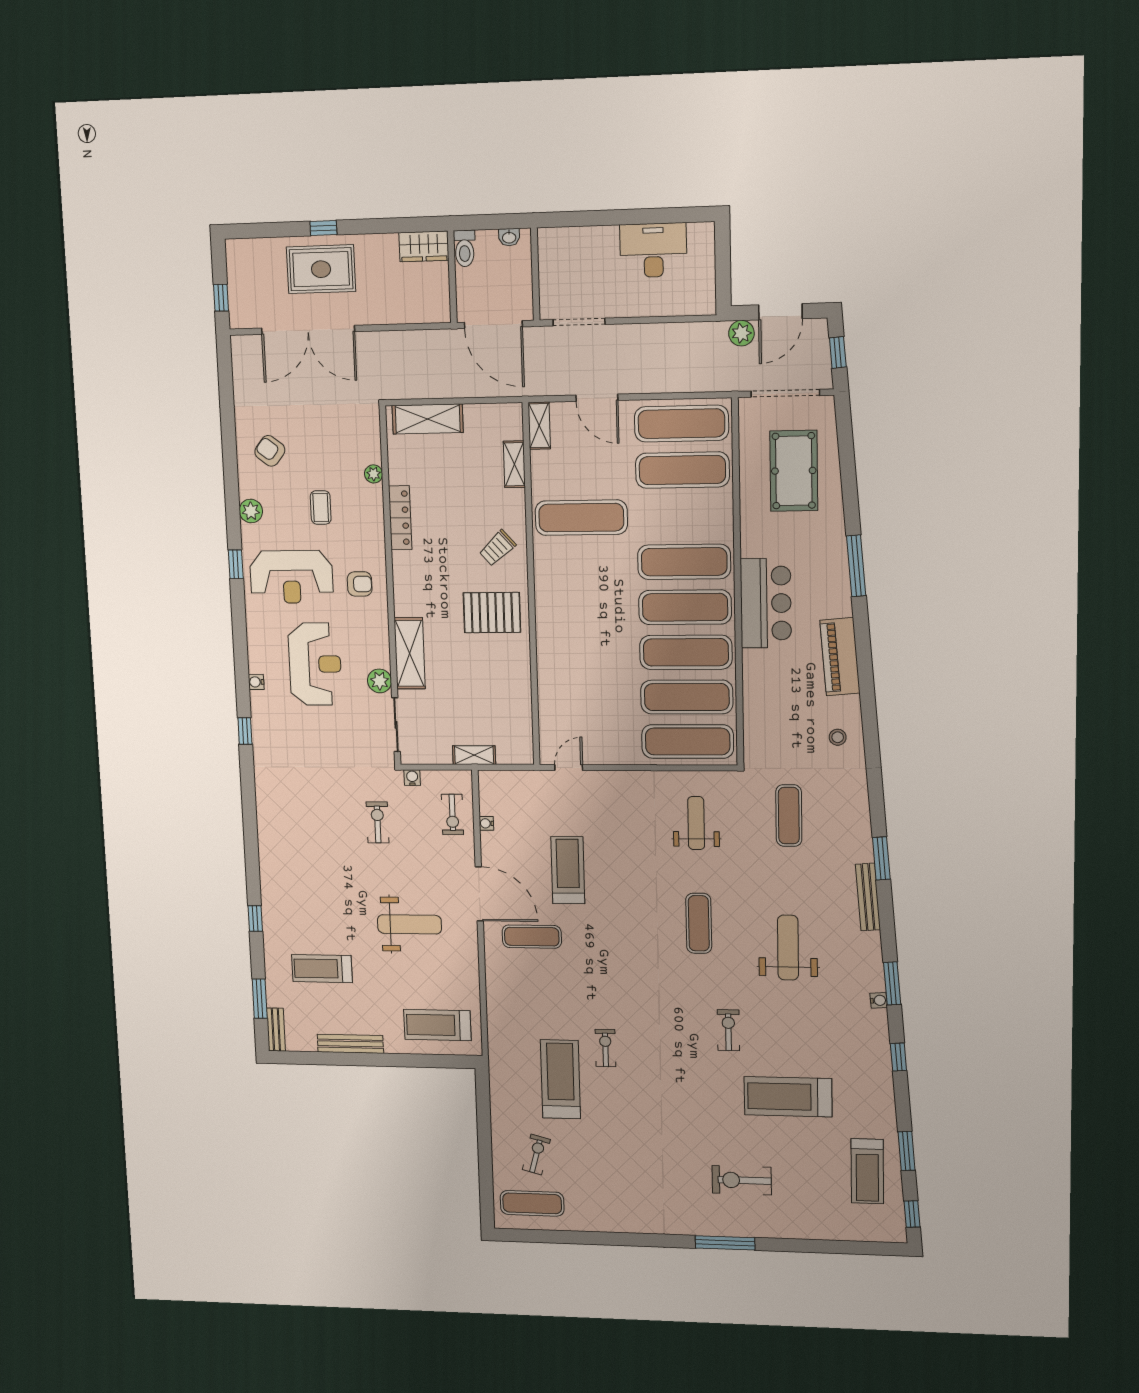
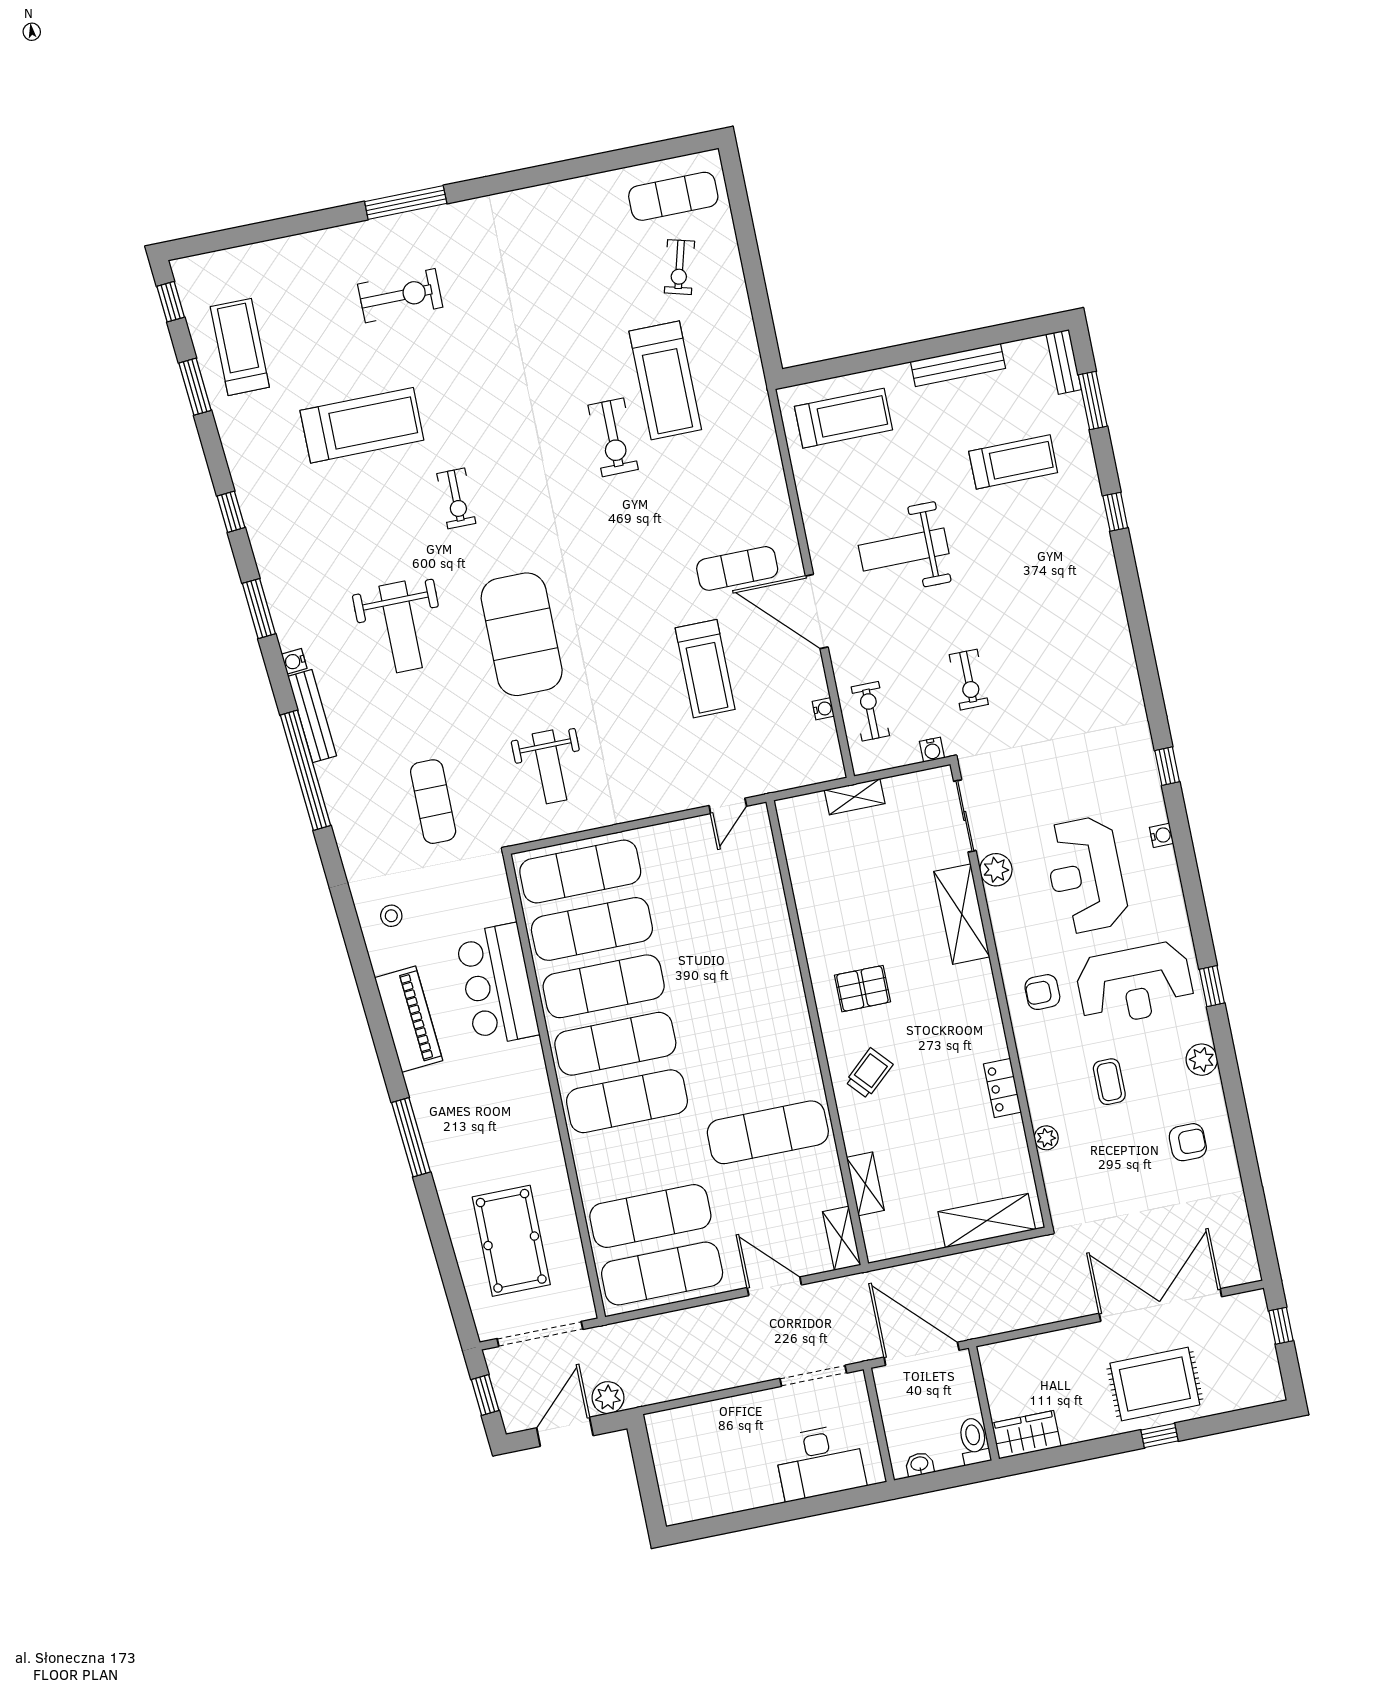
desk: (653, 250) -> (820, 1462), moved
armchair: (270, 451) -> (1188, 1142), turned -38
locker: (400, 518) -> (1002, 1088), width x0.66
reception desk: (291, 577) -> (1135, 984), turned 180
bar counter: (766, 603) -> (497, 985), moved
pallet: (492, 613) -> (862, 989), width x0.67, depth x0.71
window: (881, 858) -> (305, 770), width x2.11
exercise mat: (699, 923) -> (522, 634), width x2.00, depth x1.45
water cooler: (879, 1000) -> (294, 661), moved
exercise bike: (605, 1048) -> (613, 437), width x1.38, depth x1.39

